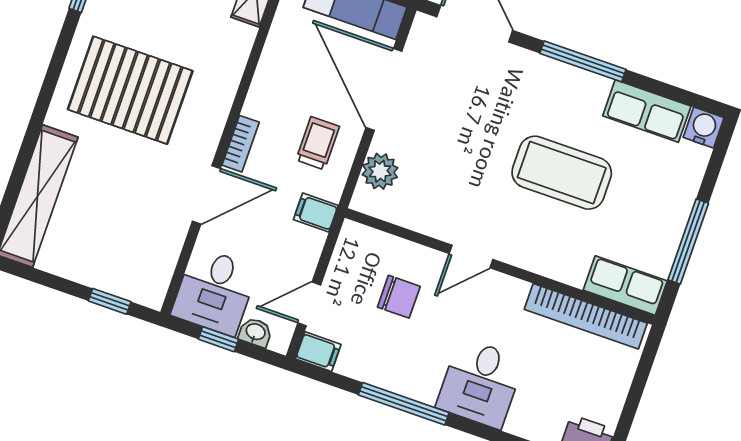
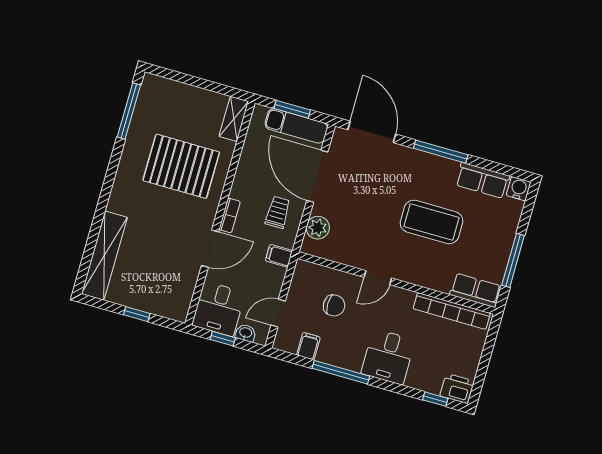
pallet: (130, 90) -> (181, 166), moved
window: (110, 301) -> (137, 314), moved
filing cabinet: (318, 352) -> (308, 346), moved, turned -90

